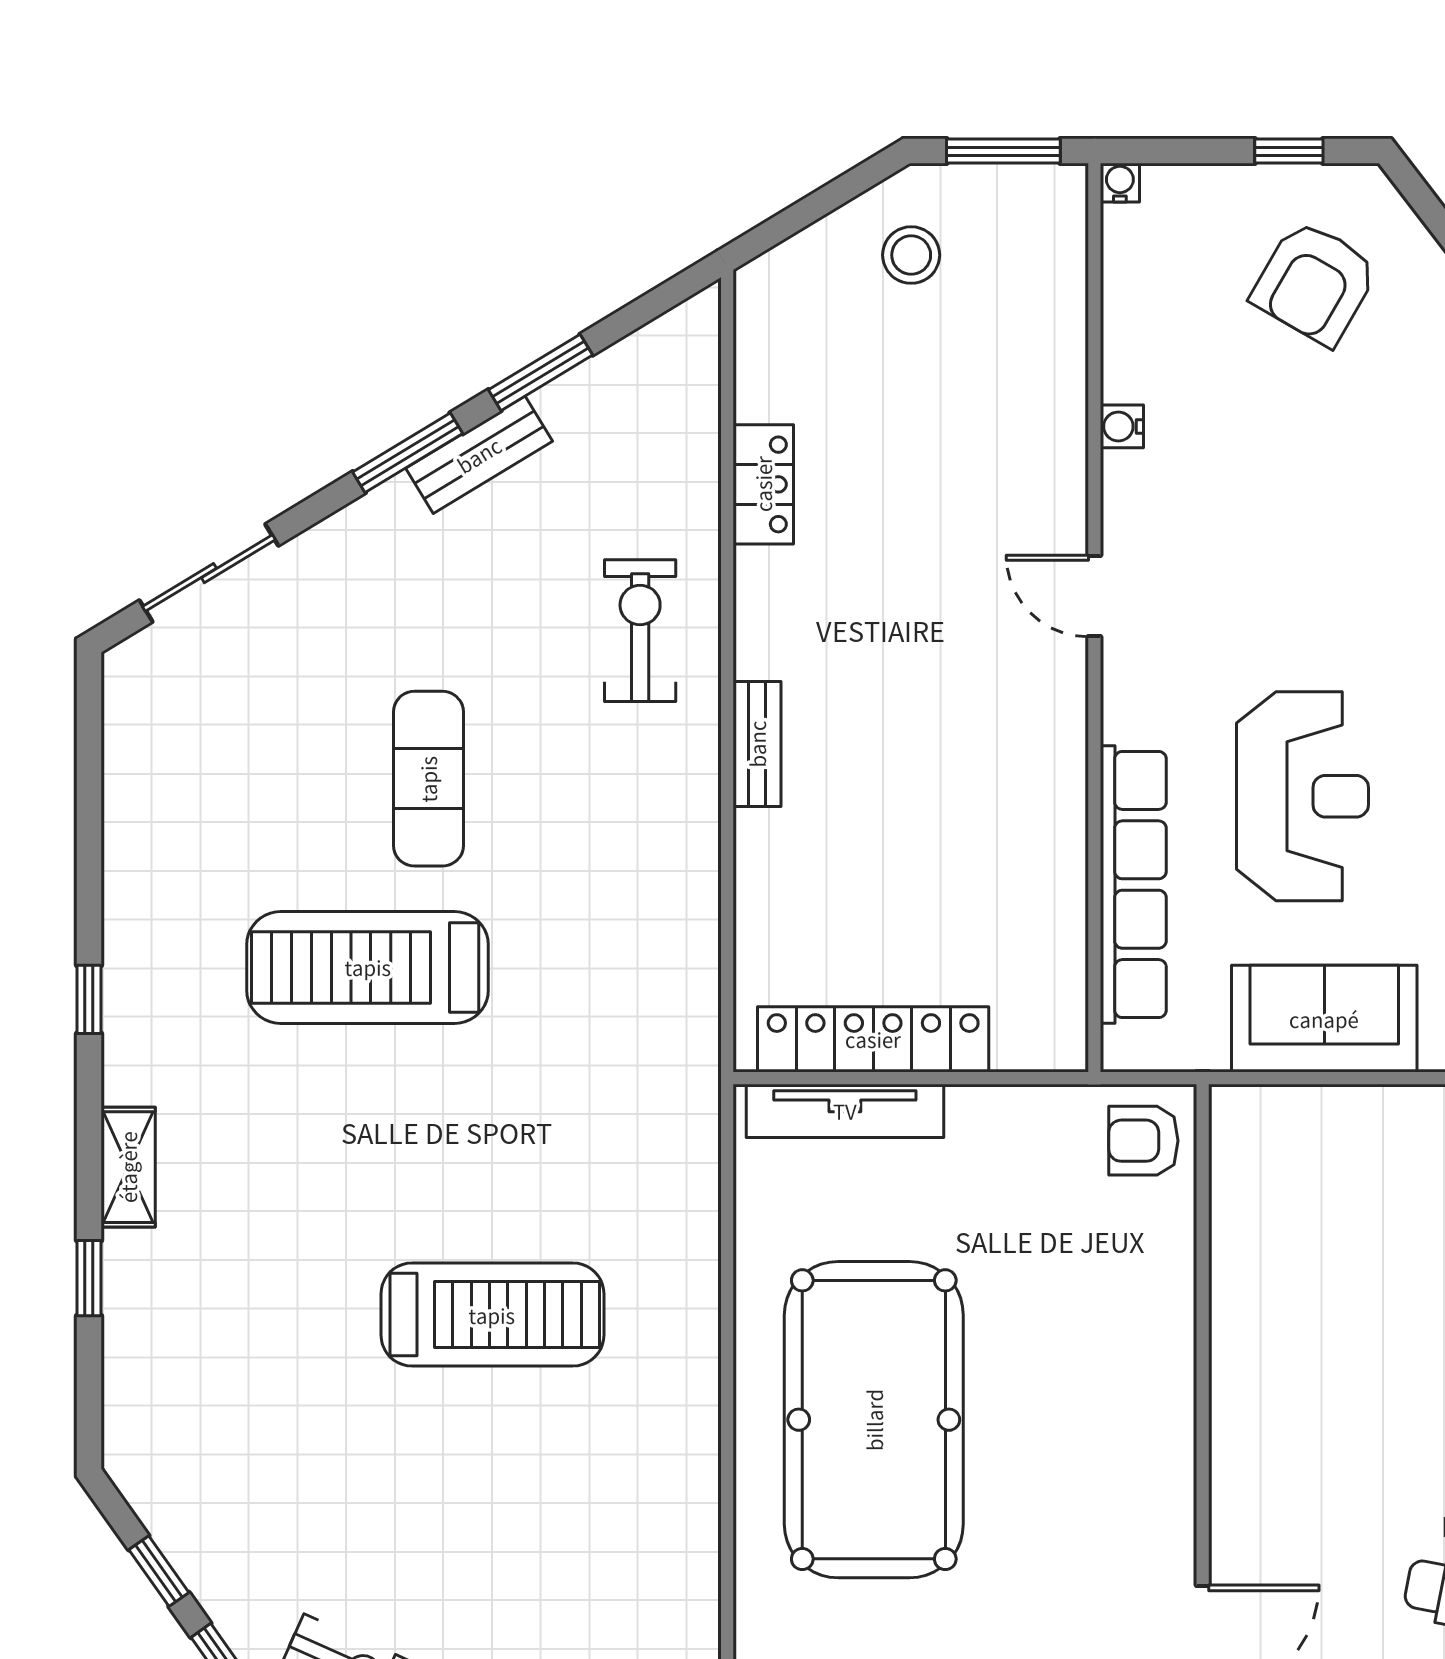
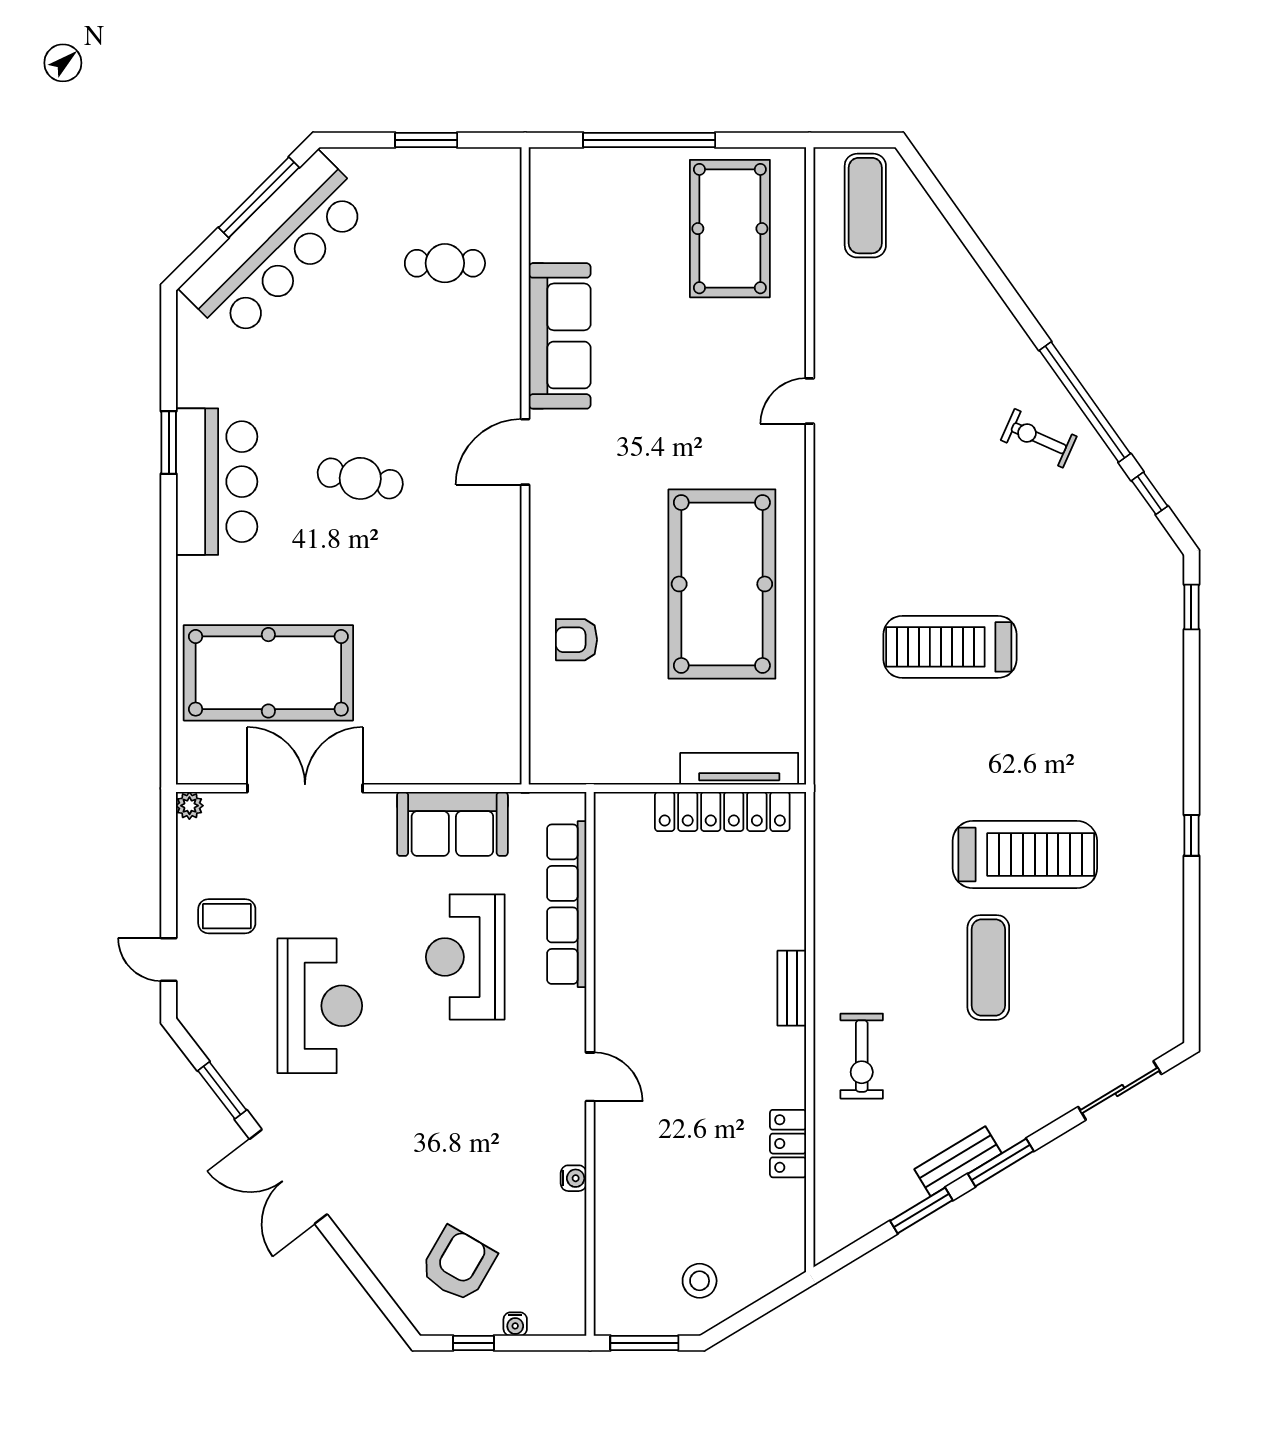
water cooler: (1120, 183) -> (515, 1324), moved
armchair: (1143, 1141) -> (577, 640), moved, turned 180
shelving: (128, 1167) -> (1168, 735), removed
window: (89, 1278) -> (1191, 607), moved

